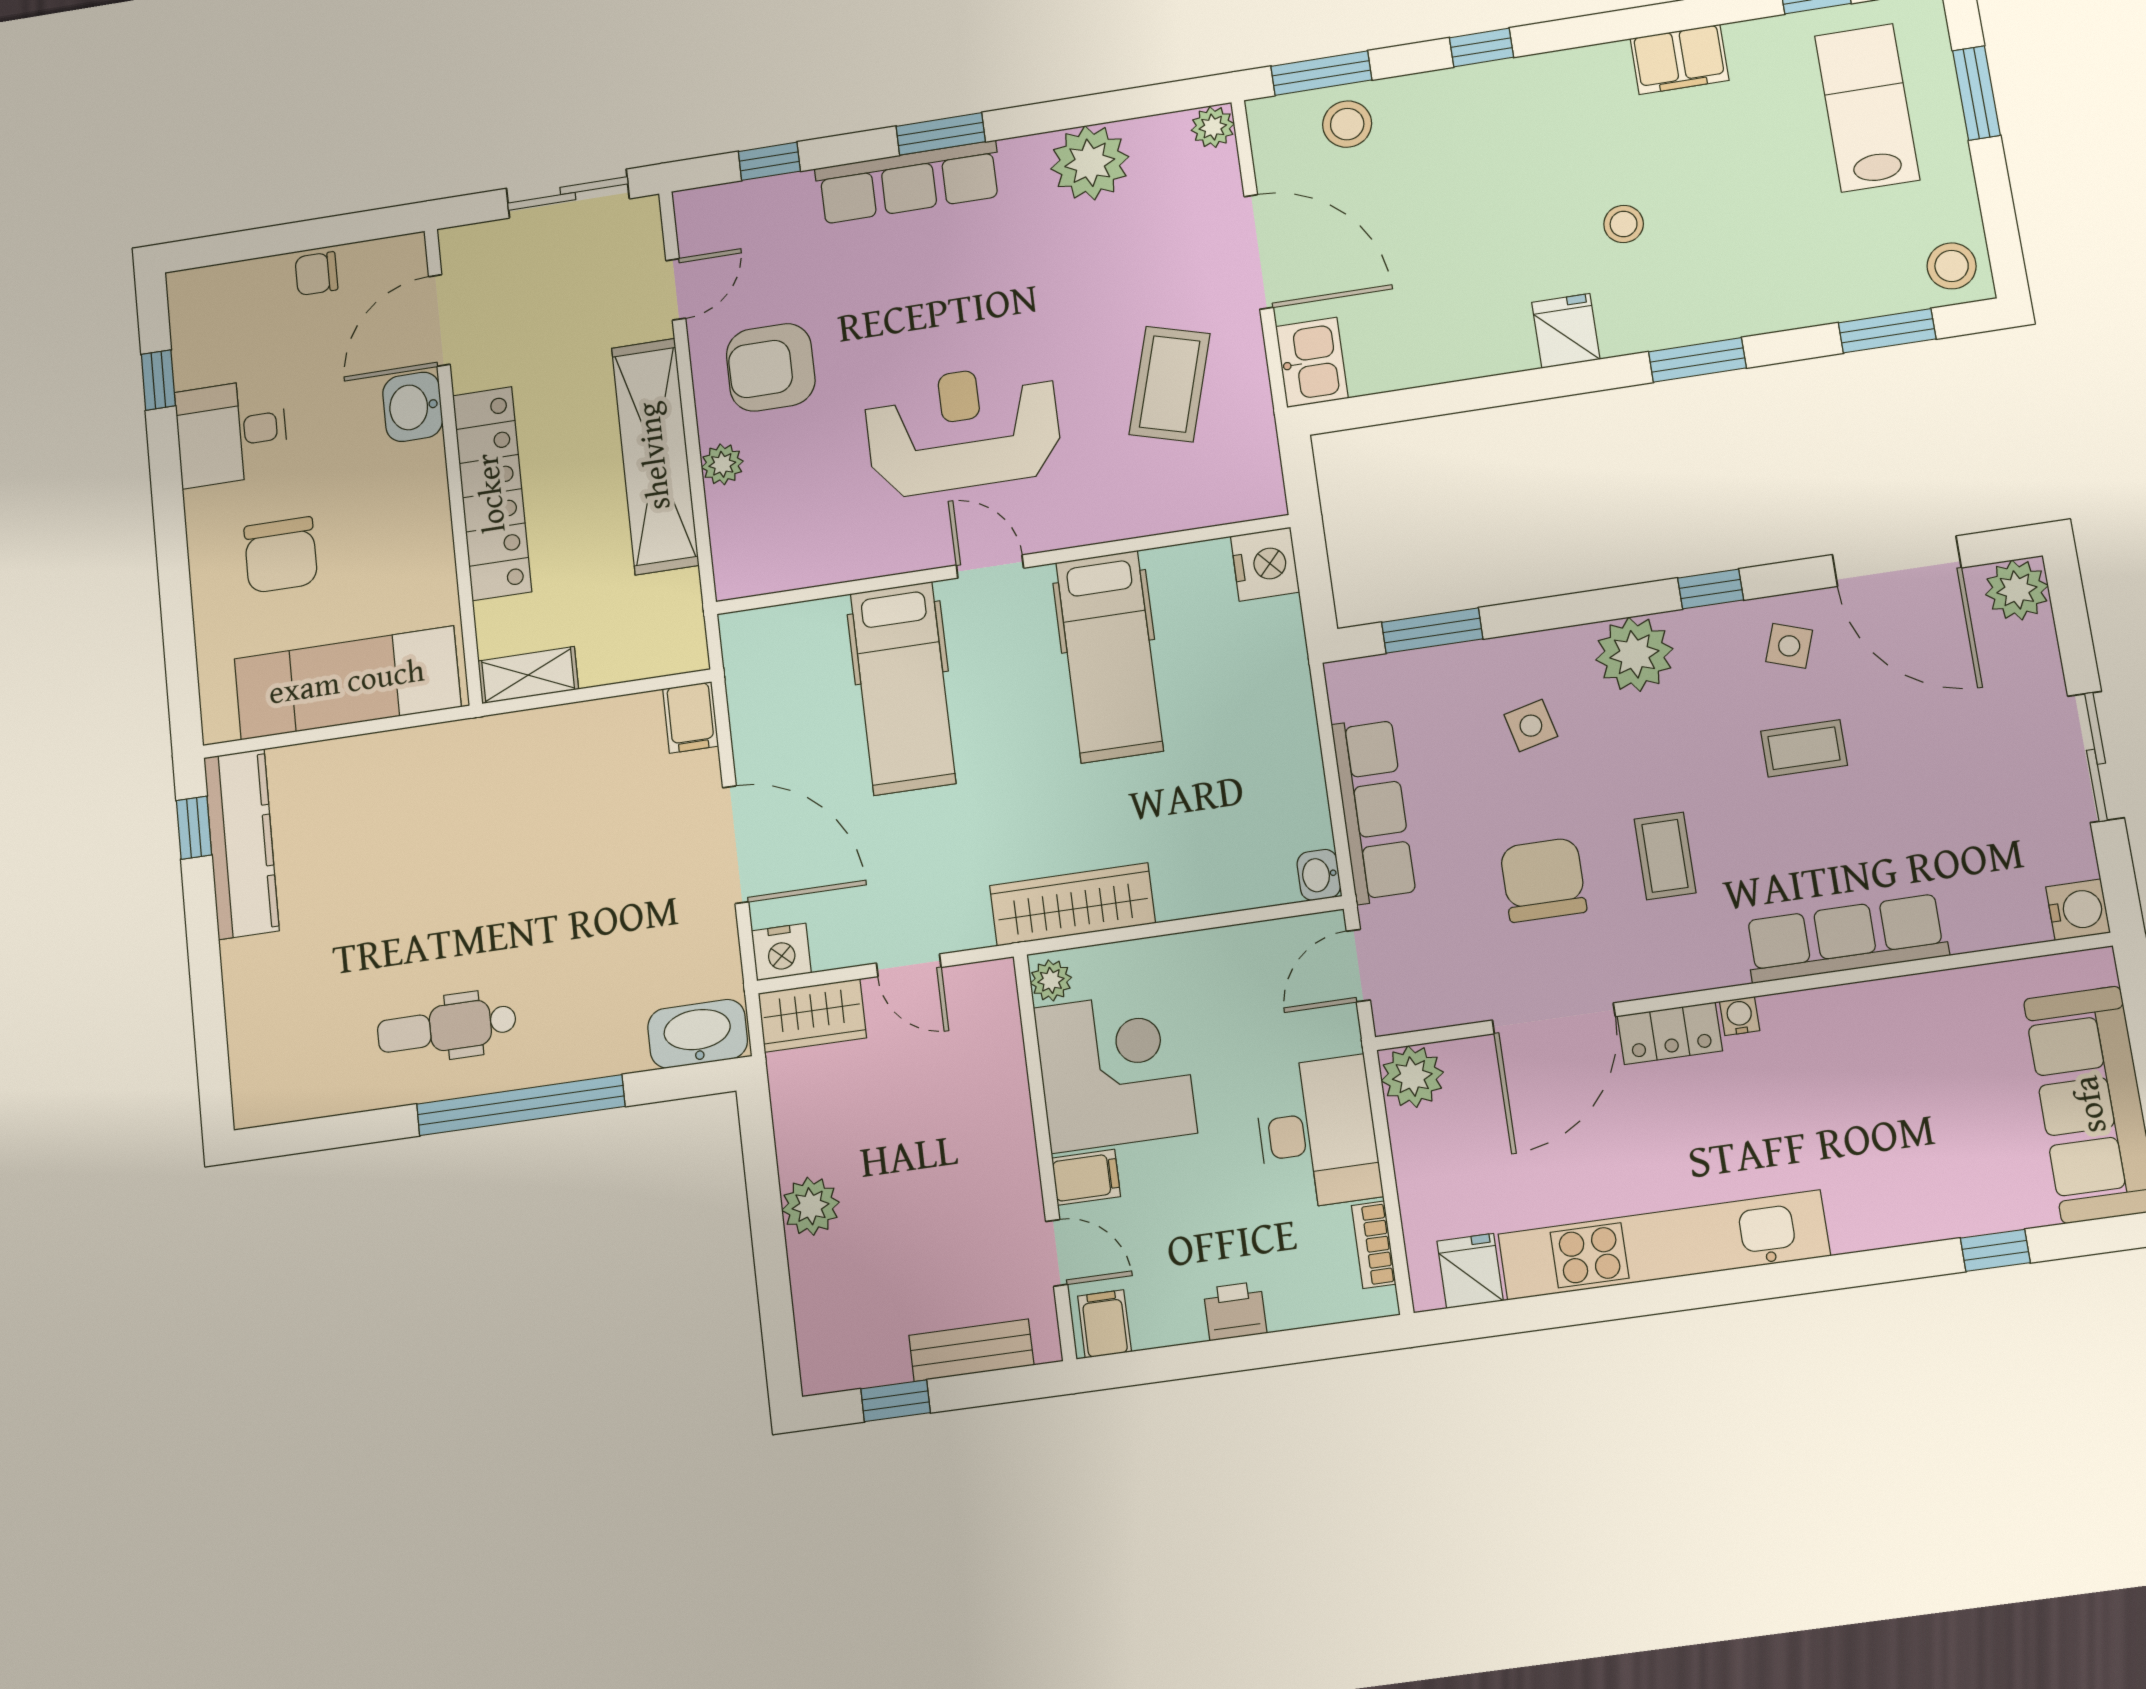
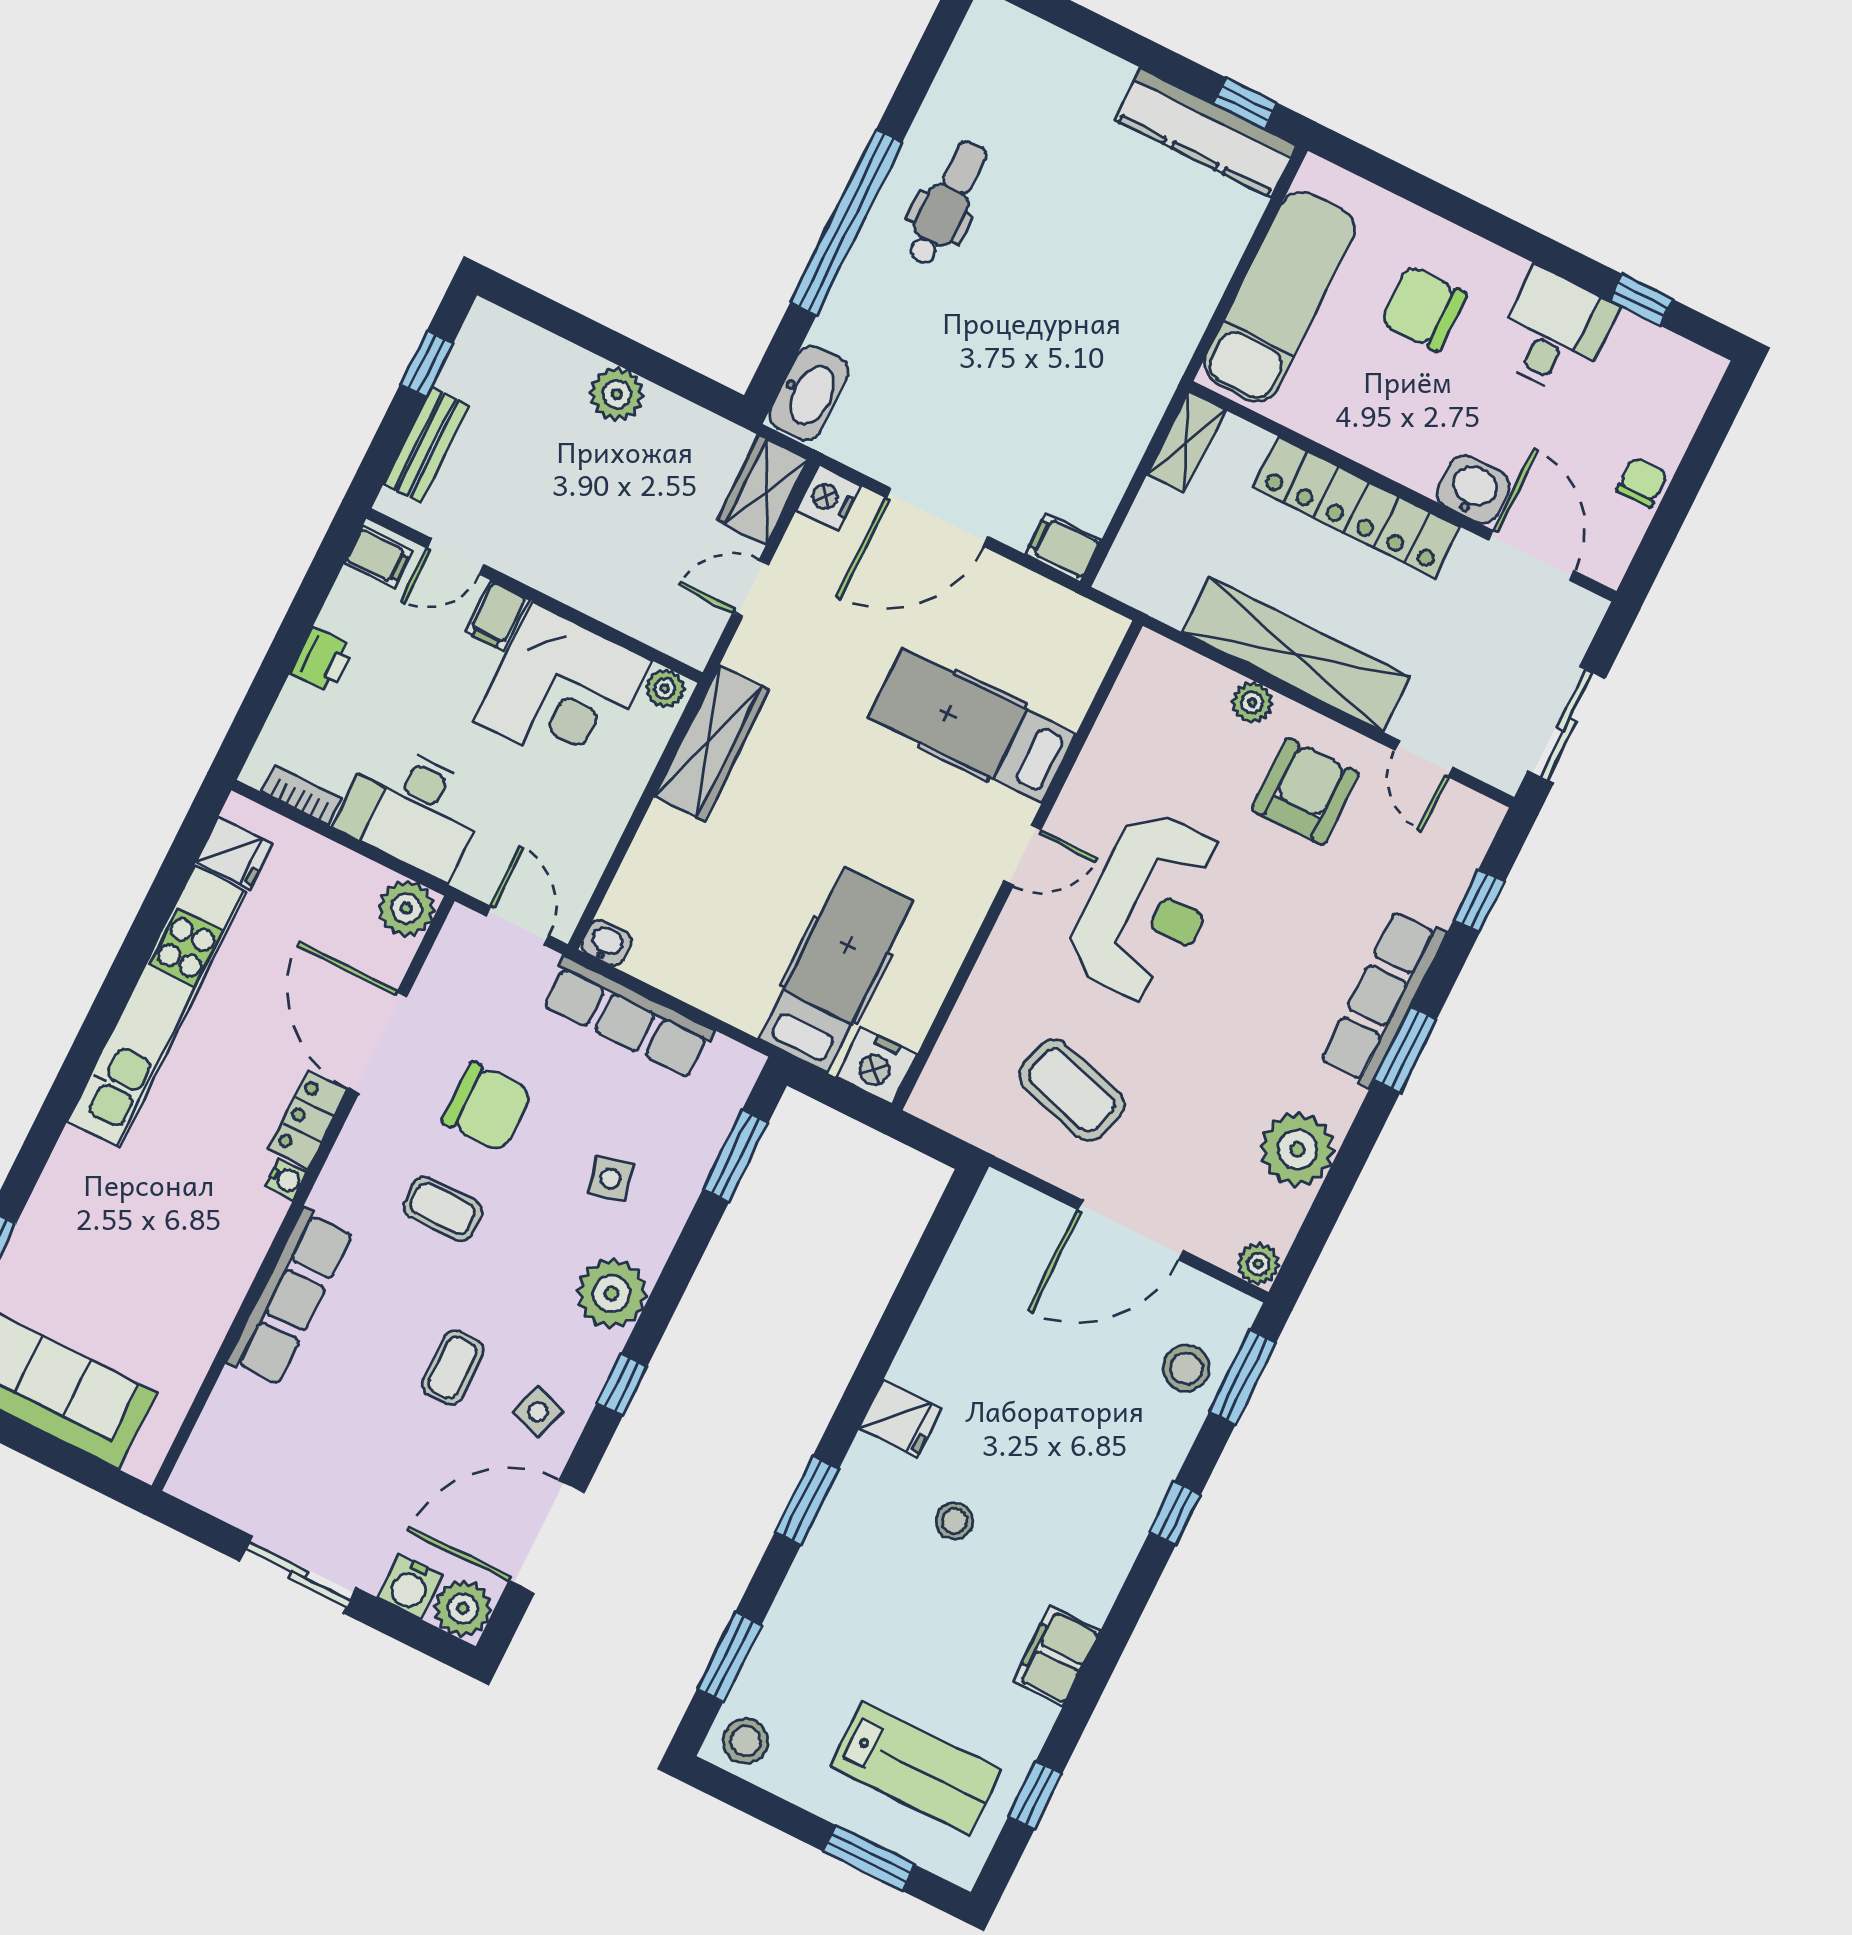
kitchen sink: (1312, 362) -> (1012, 1210), removed
hospital bed: (1109, 656) -> (836, 970), moved, turned 90
water cooler: (2078, 910) -> (410, 1587), moved

